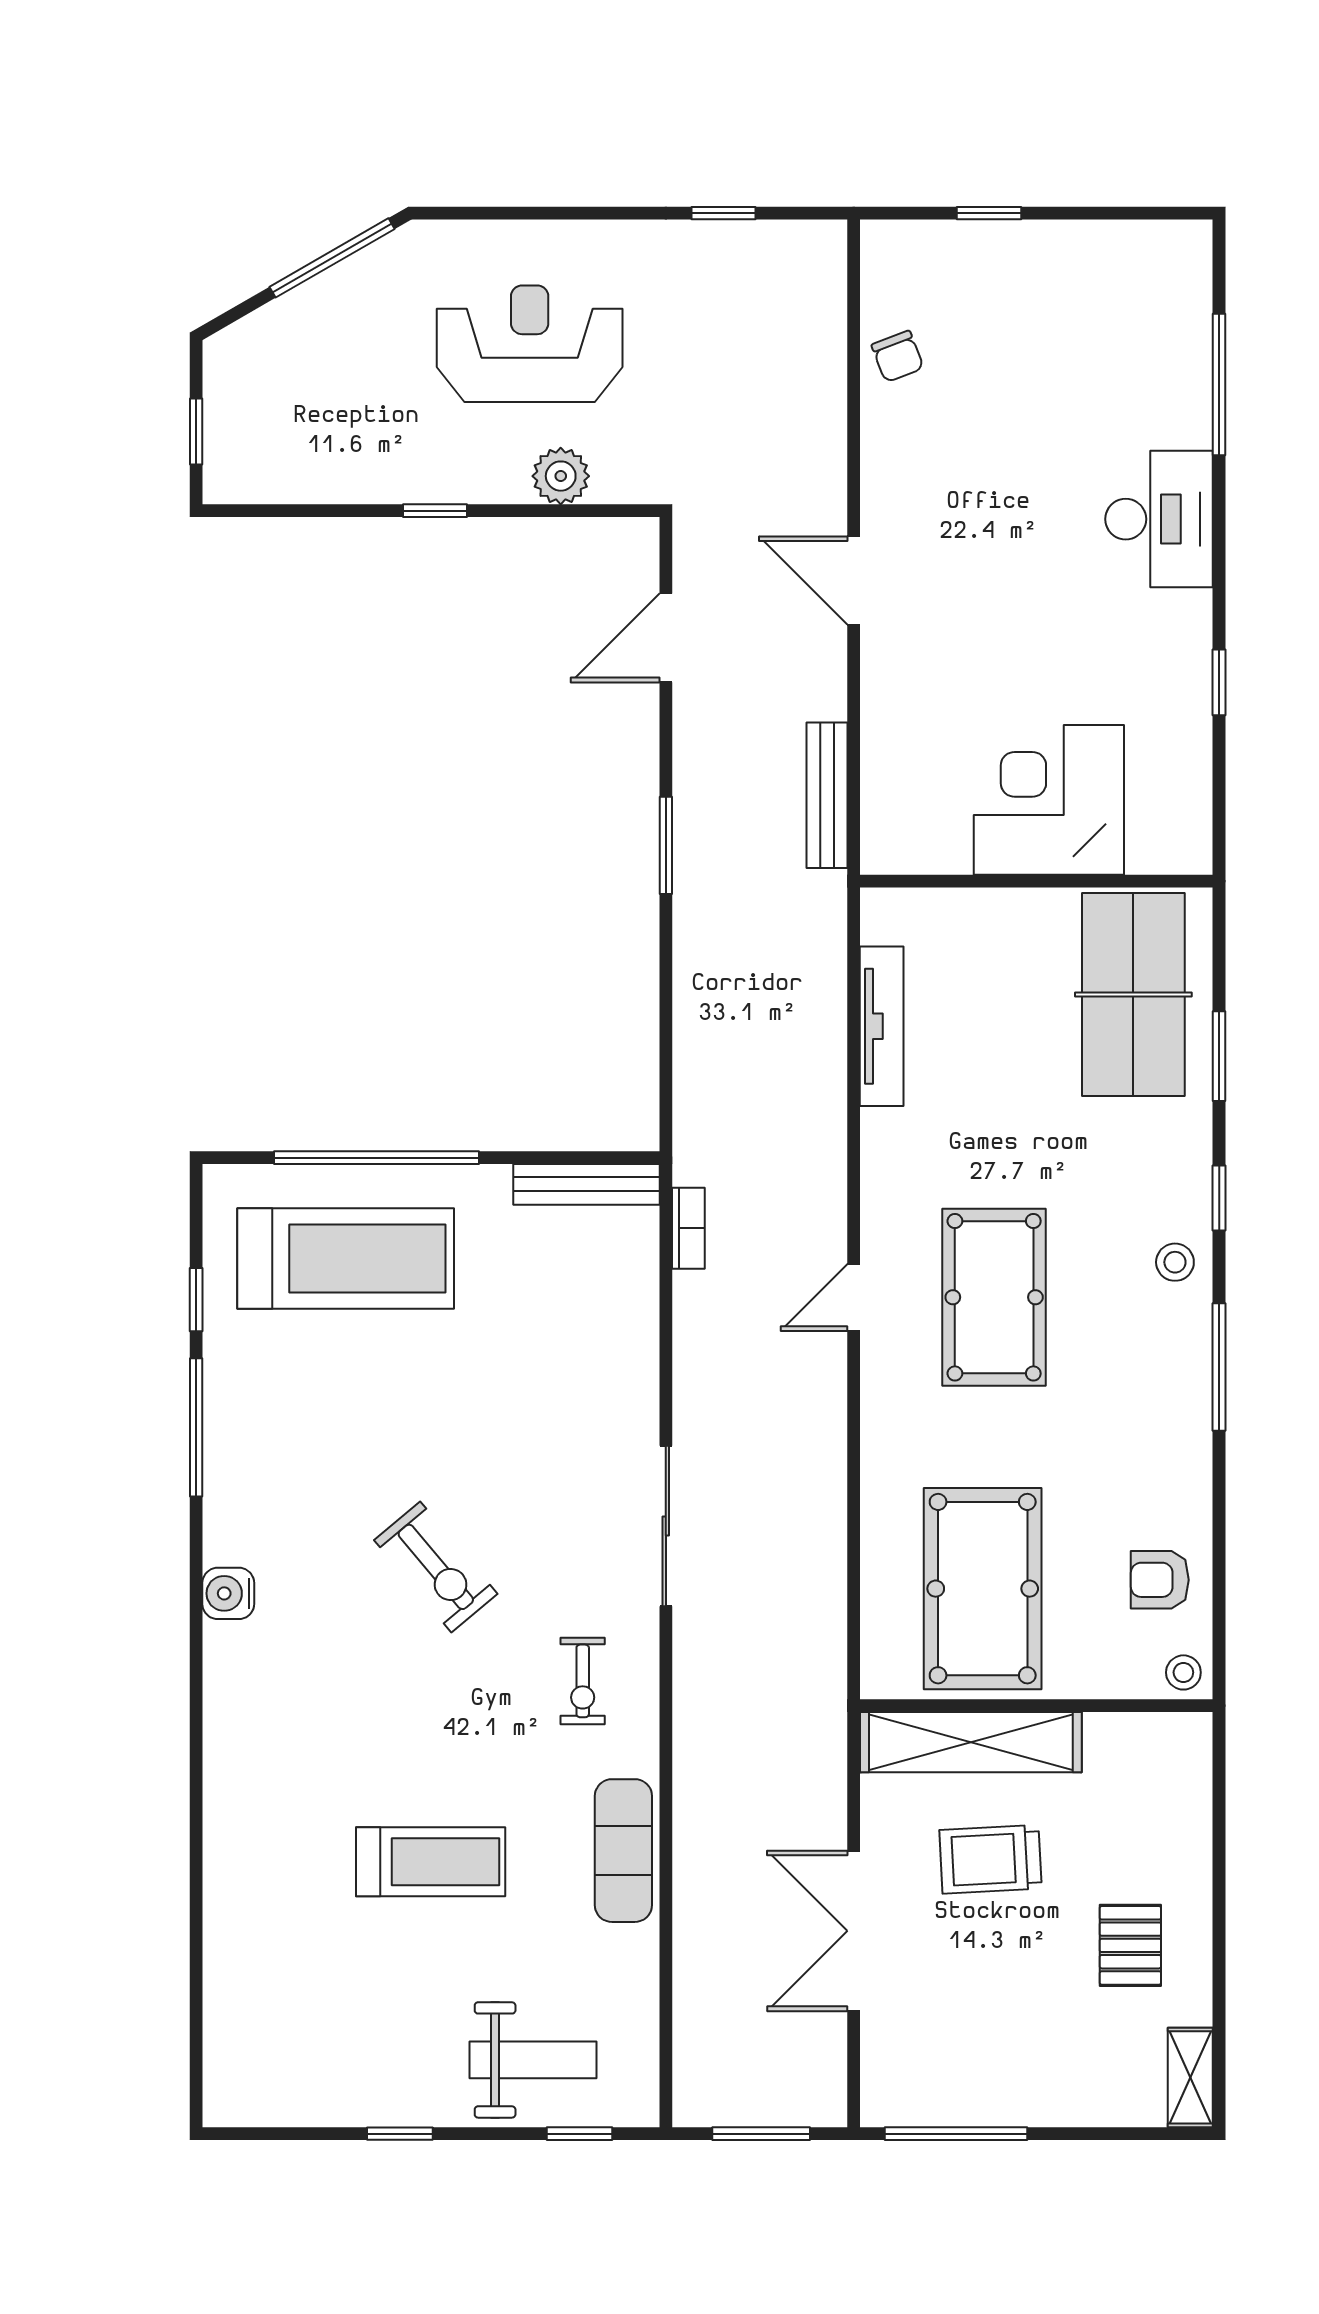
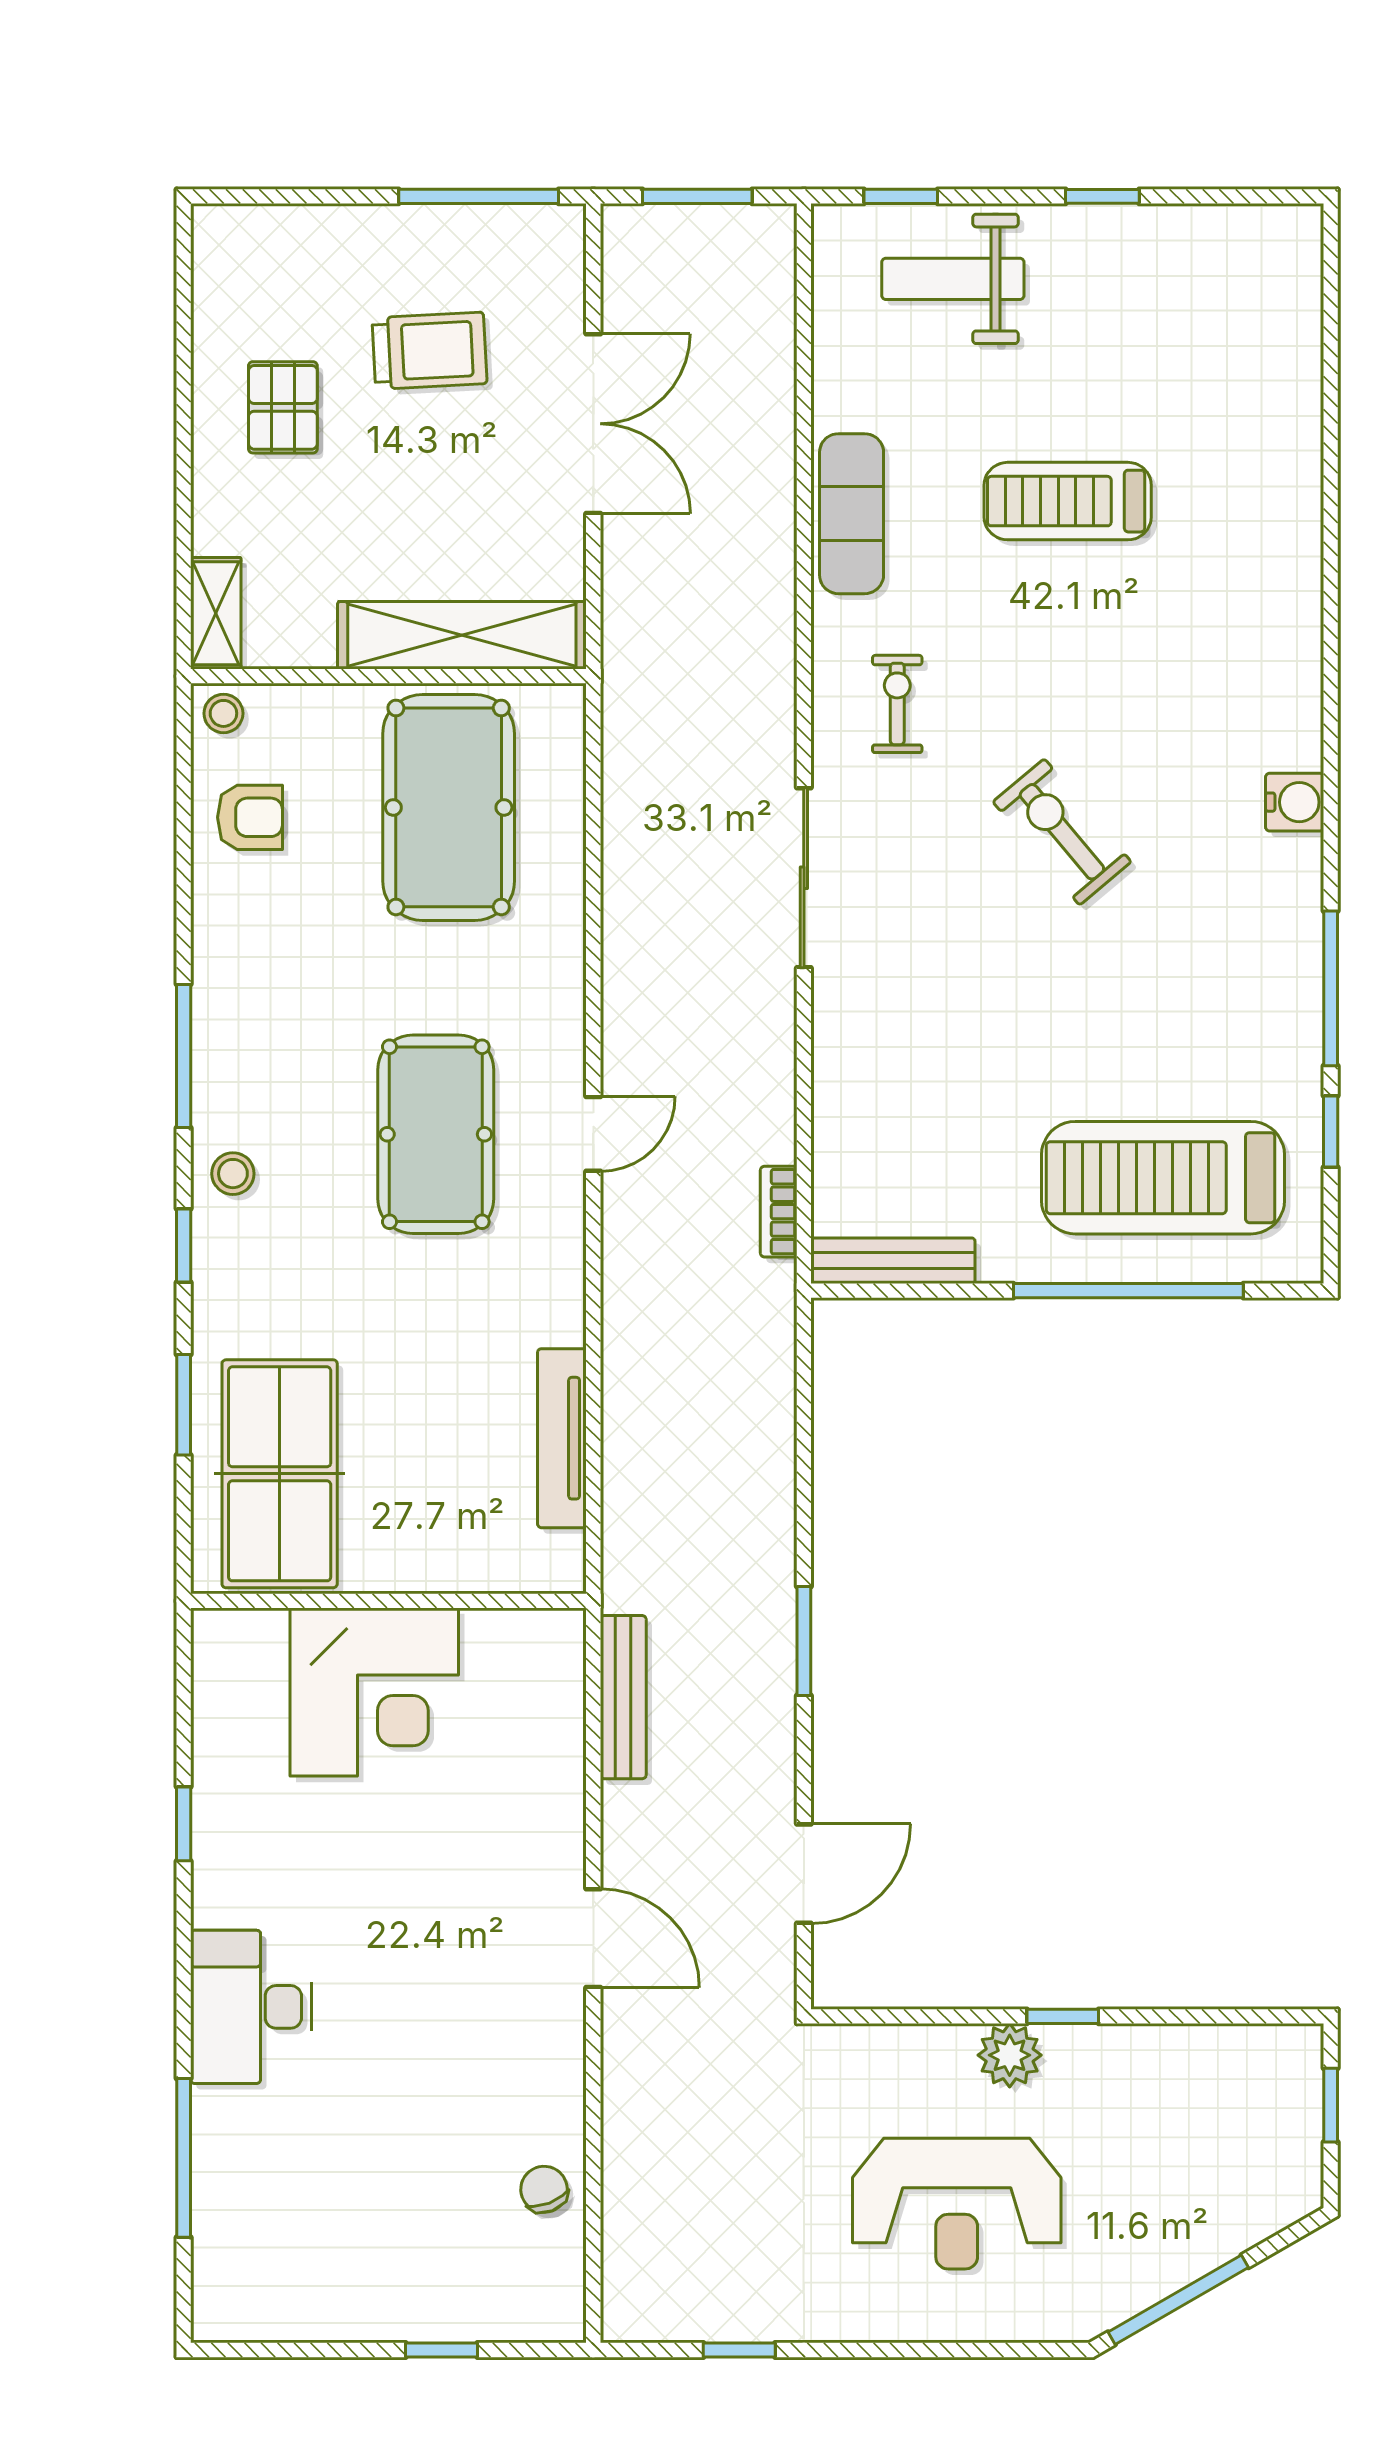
plant: (561, 476) -> (1010, 2055), moved
trolley: (990, 1859) -> (430, 351), moved
shelving: (1190, 2077) -> (216, 613), moved

